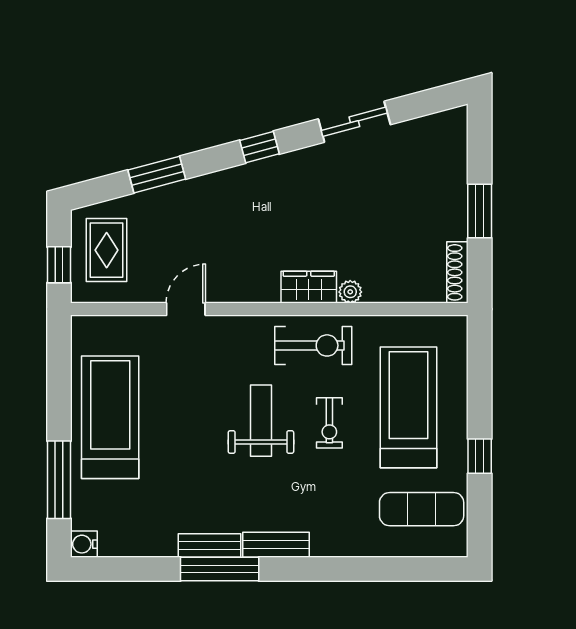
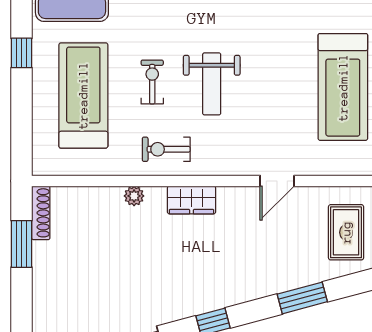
window: (480, 211) -> (21, 244), moved
wardrobe: (309, 287) -> (191, 200), moved
exercise bike: (313, 345) -> (166, 149), width x0.73, depth x0.72
treadmill: (408, 407) -> (83, 95), turned 180

